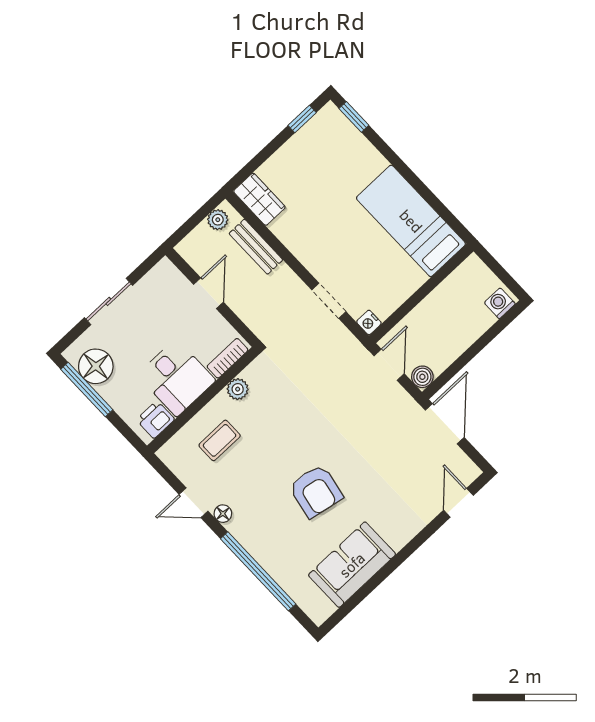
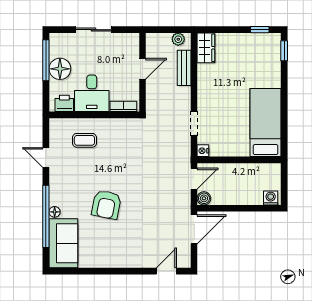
floor lamp: (96, 366) -> (60, 69), moved
plant: (238, 389) -> (115, 125), removed
floor lamp: (223, 514) -> (55, 212), moved
sofa: (352, 565) -> (63, 243), moved, turned 90

